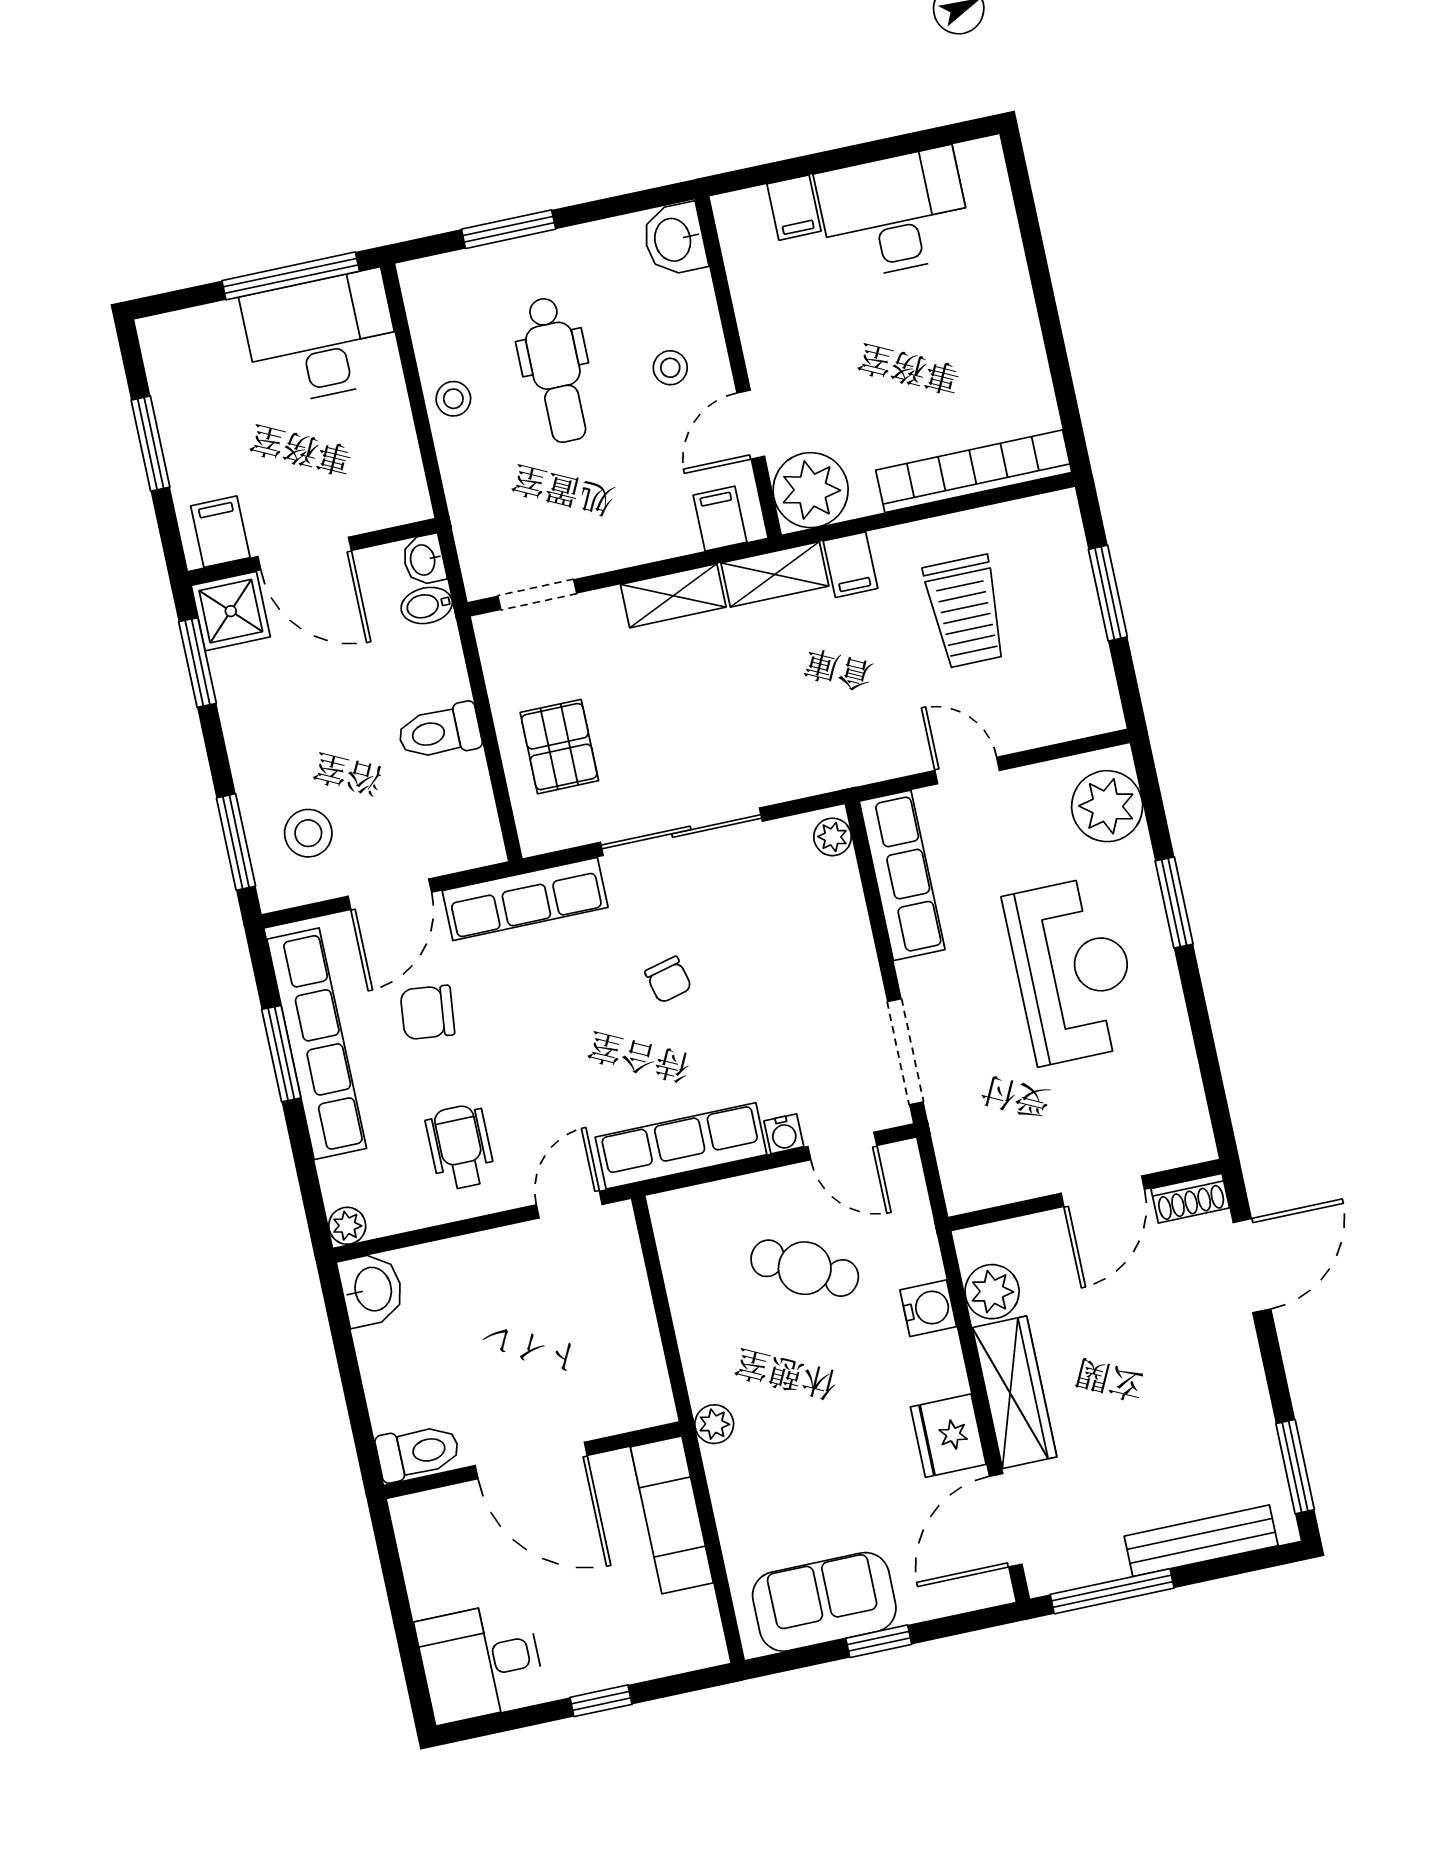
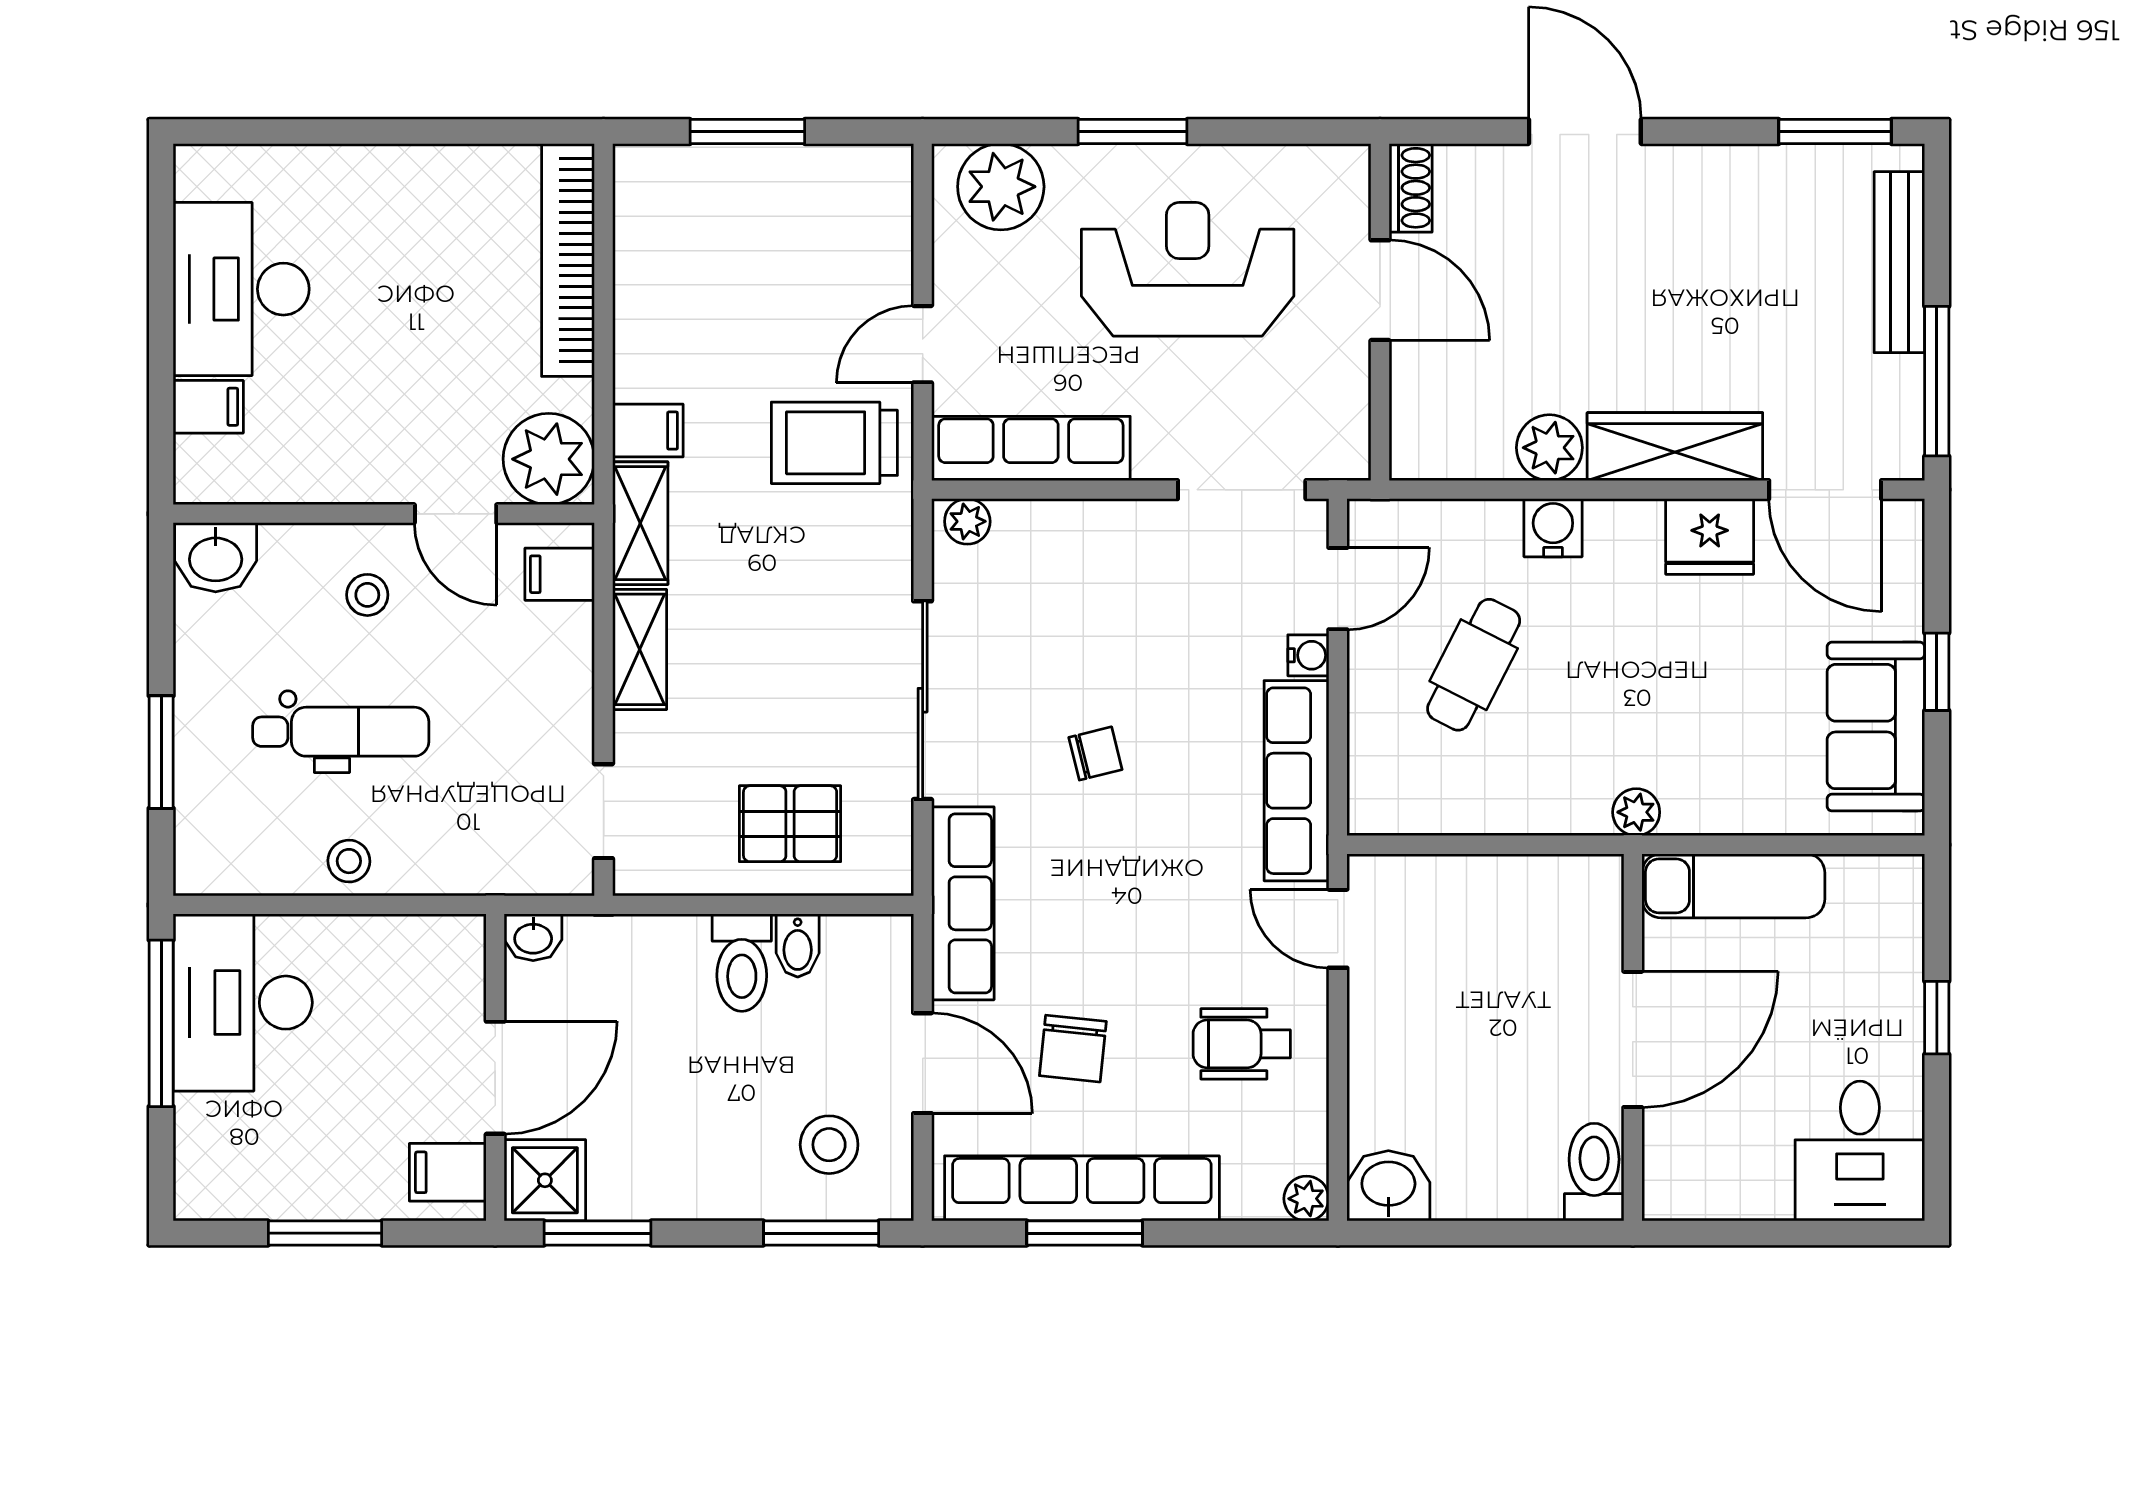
bidet: (427, 605) -> (798, 946), moved
trolley: (965, 611) -> (834, 443), moved, turned 180
door: (1103, 1191) -> (1380, 290), moved
wall: (1085, 1195) -> (1380, 312), moved
shoe rack: (1190, 1198) -> (1411, 188), moved

